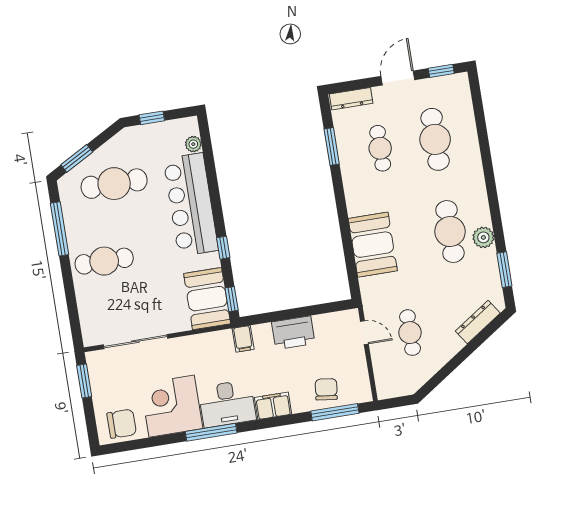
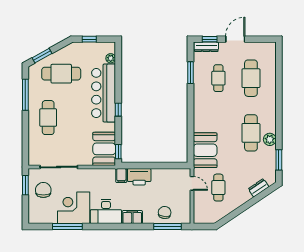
window: (441, 71) -> (210, 39), moved
booth: (373, 245) -> (205, 150), moved
window: (223, 248) -> (118, 110), moved
cafe table: (104, 261) -> (48, 118), turned 90
dresser: (478, 322) -> (259, 188), width x0.70
printer: (293, 333) -> (139, 177), moved
chair: (122, 424) -> (43, 190), moved, turned -90
window: (211, 432) -> (67, 227), moved

